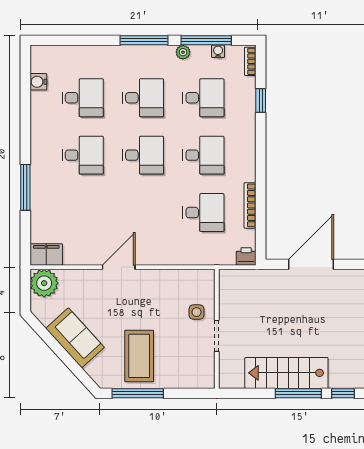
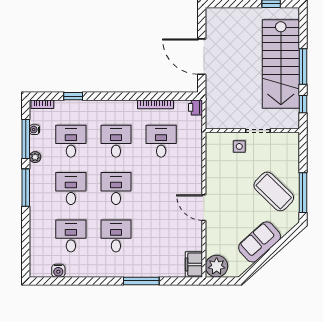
coffee table: (139, 356) -> (274, 192), turned 44
stairs: (286, 373) -> (281, 64), width x1.36, depth x1.51
window: (343, 393) -> (303, 104), moved

